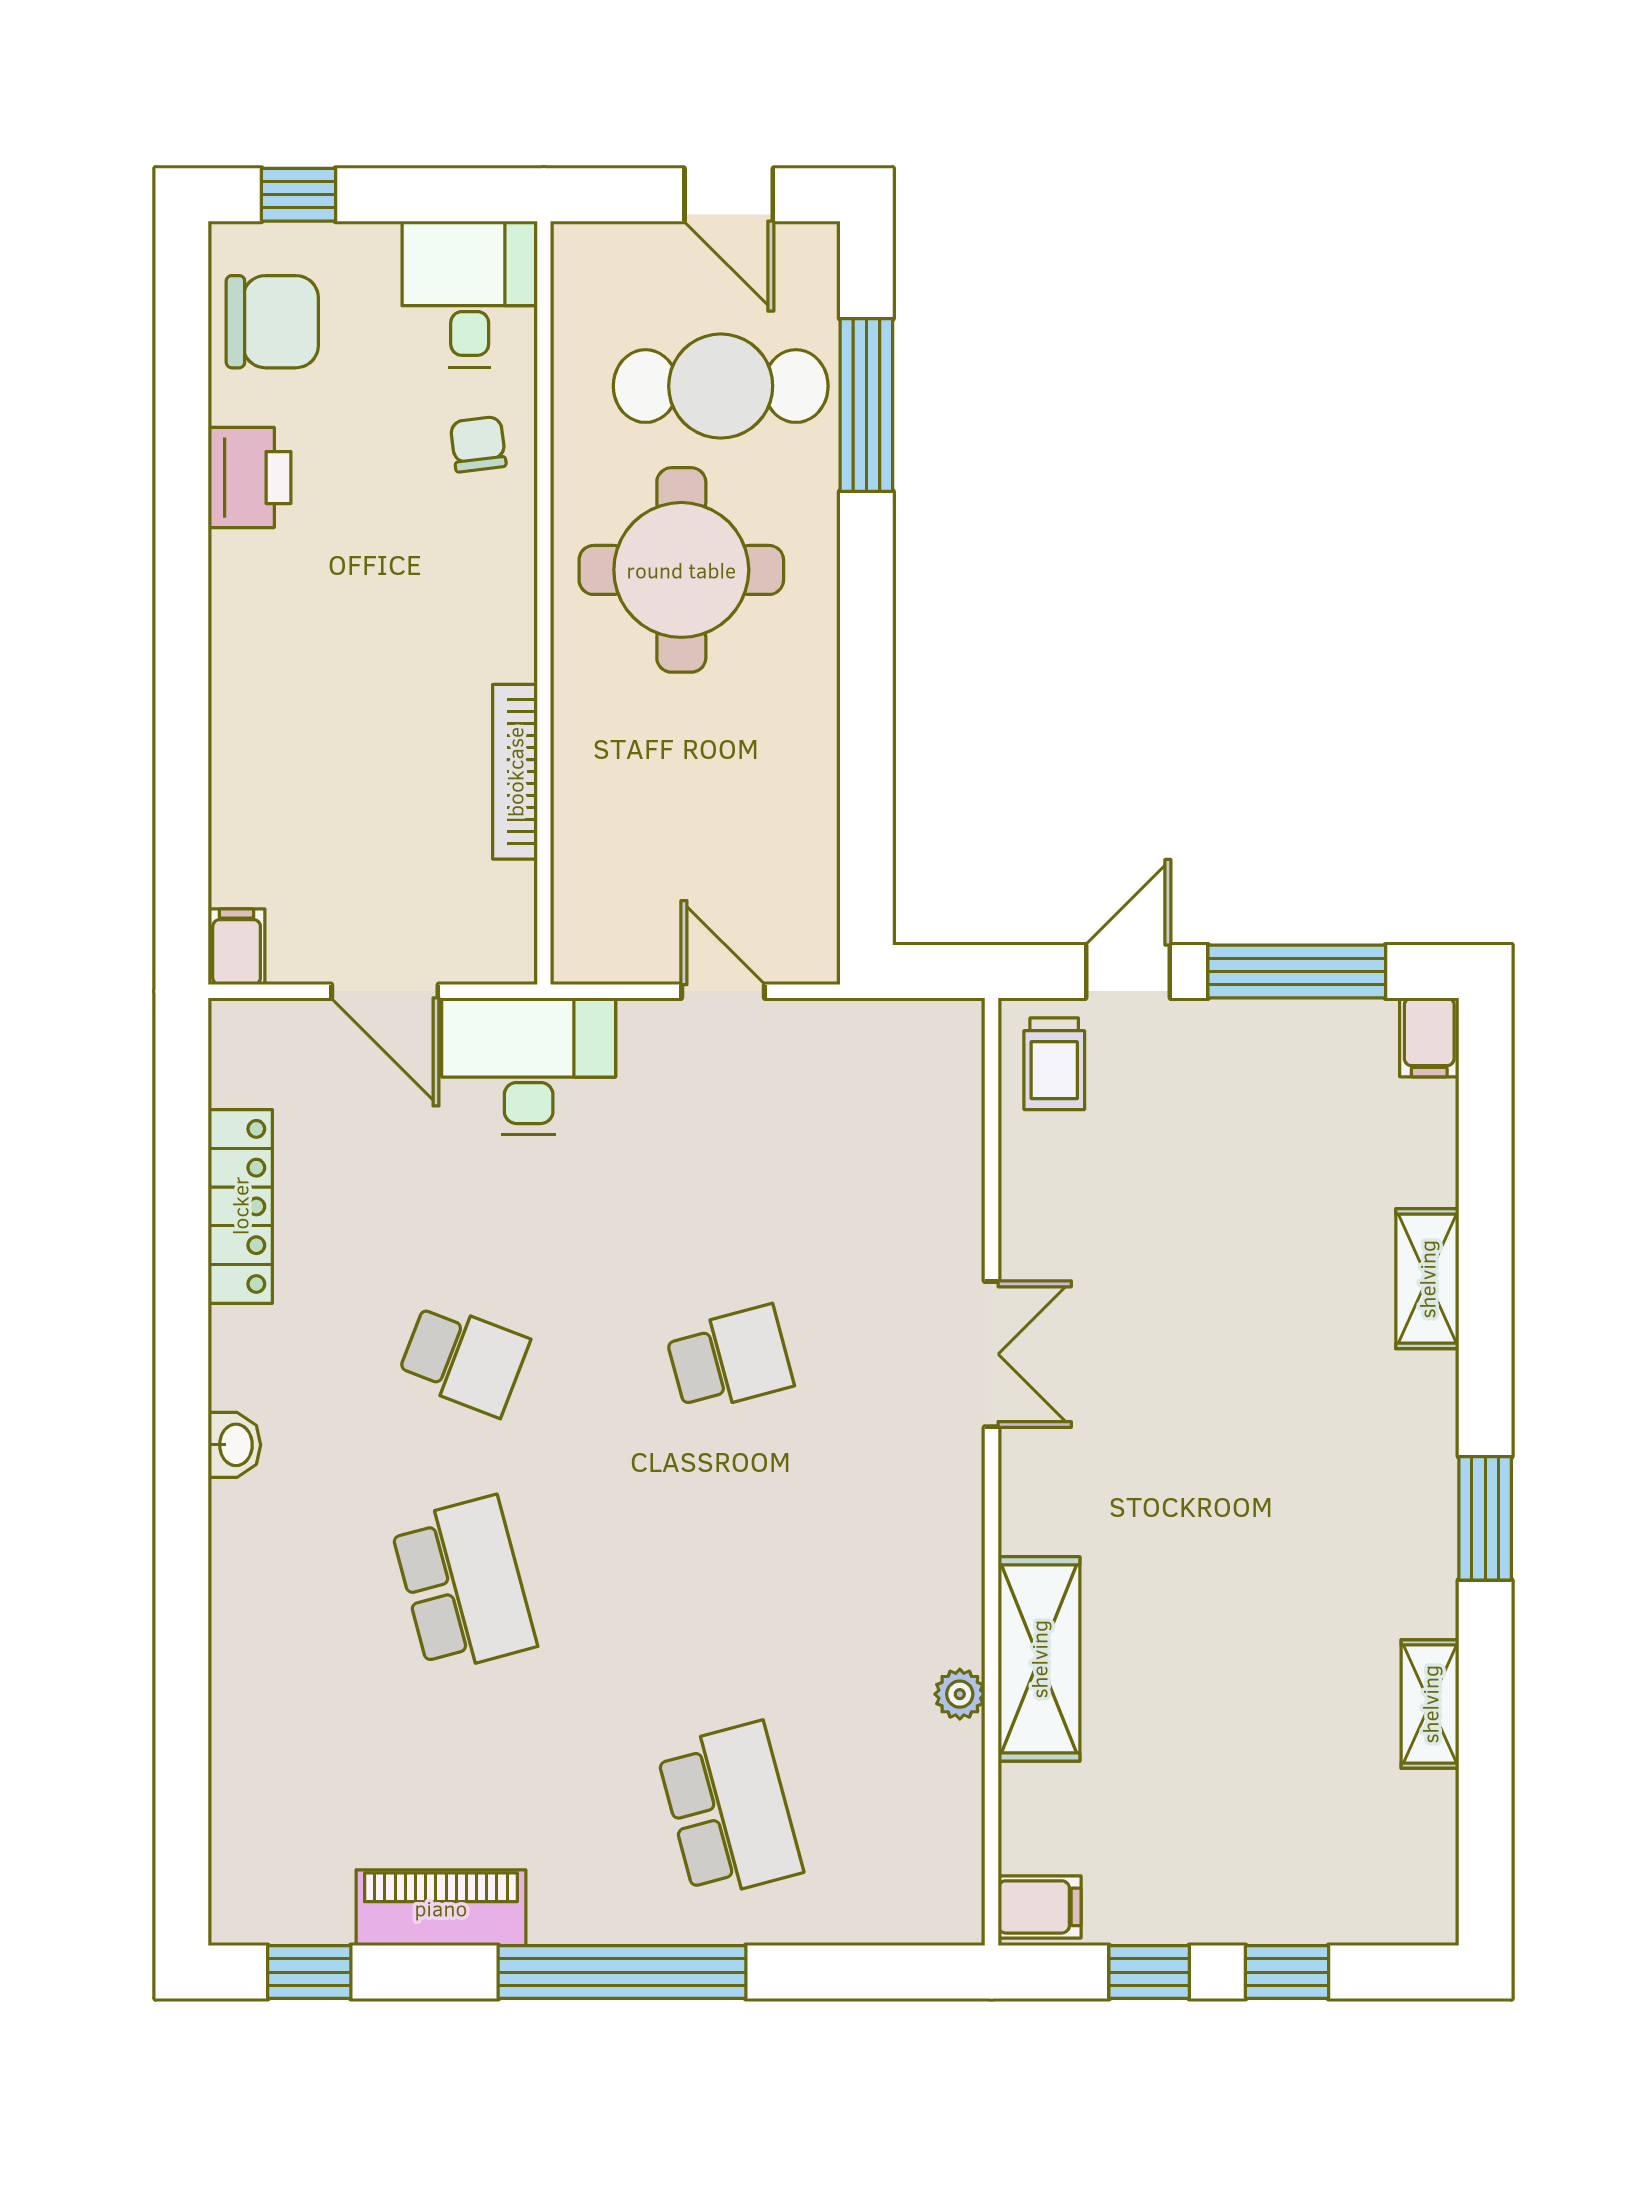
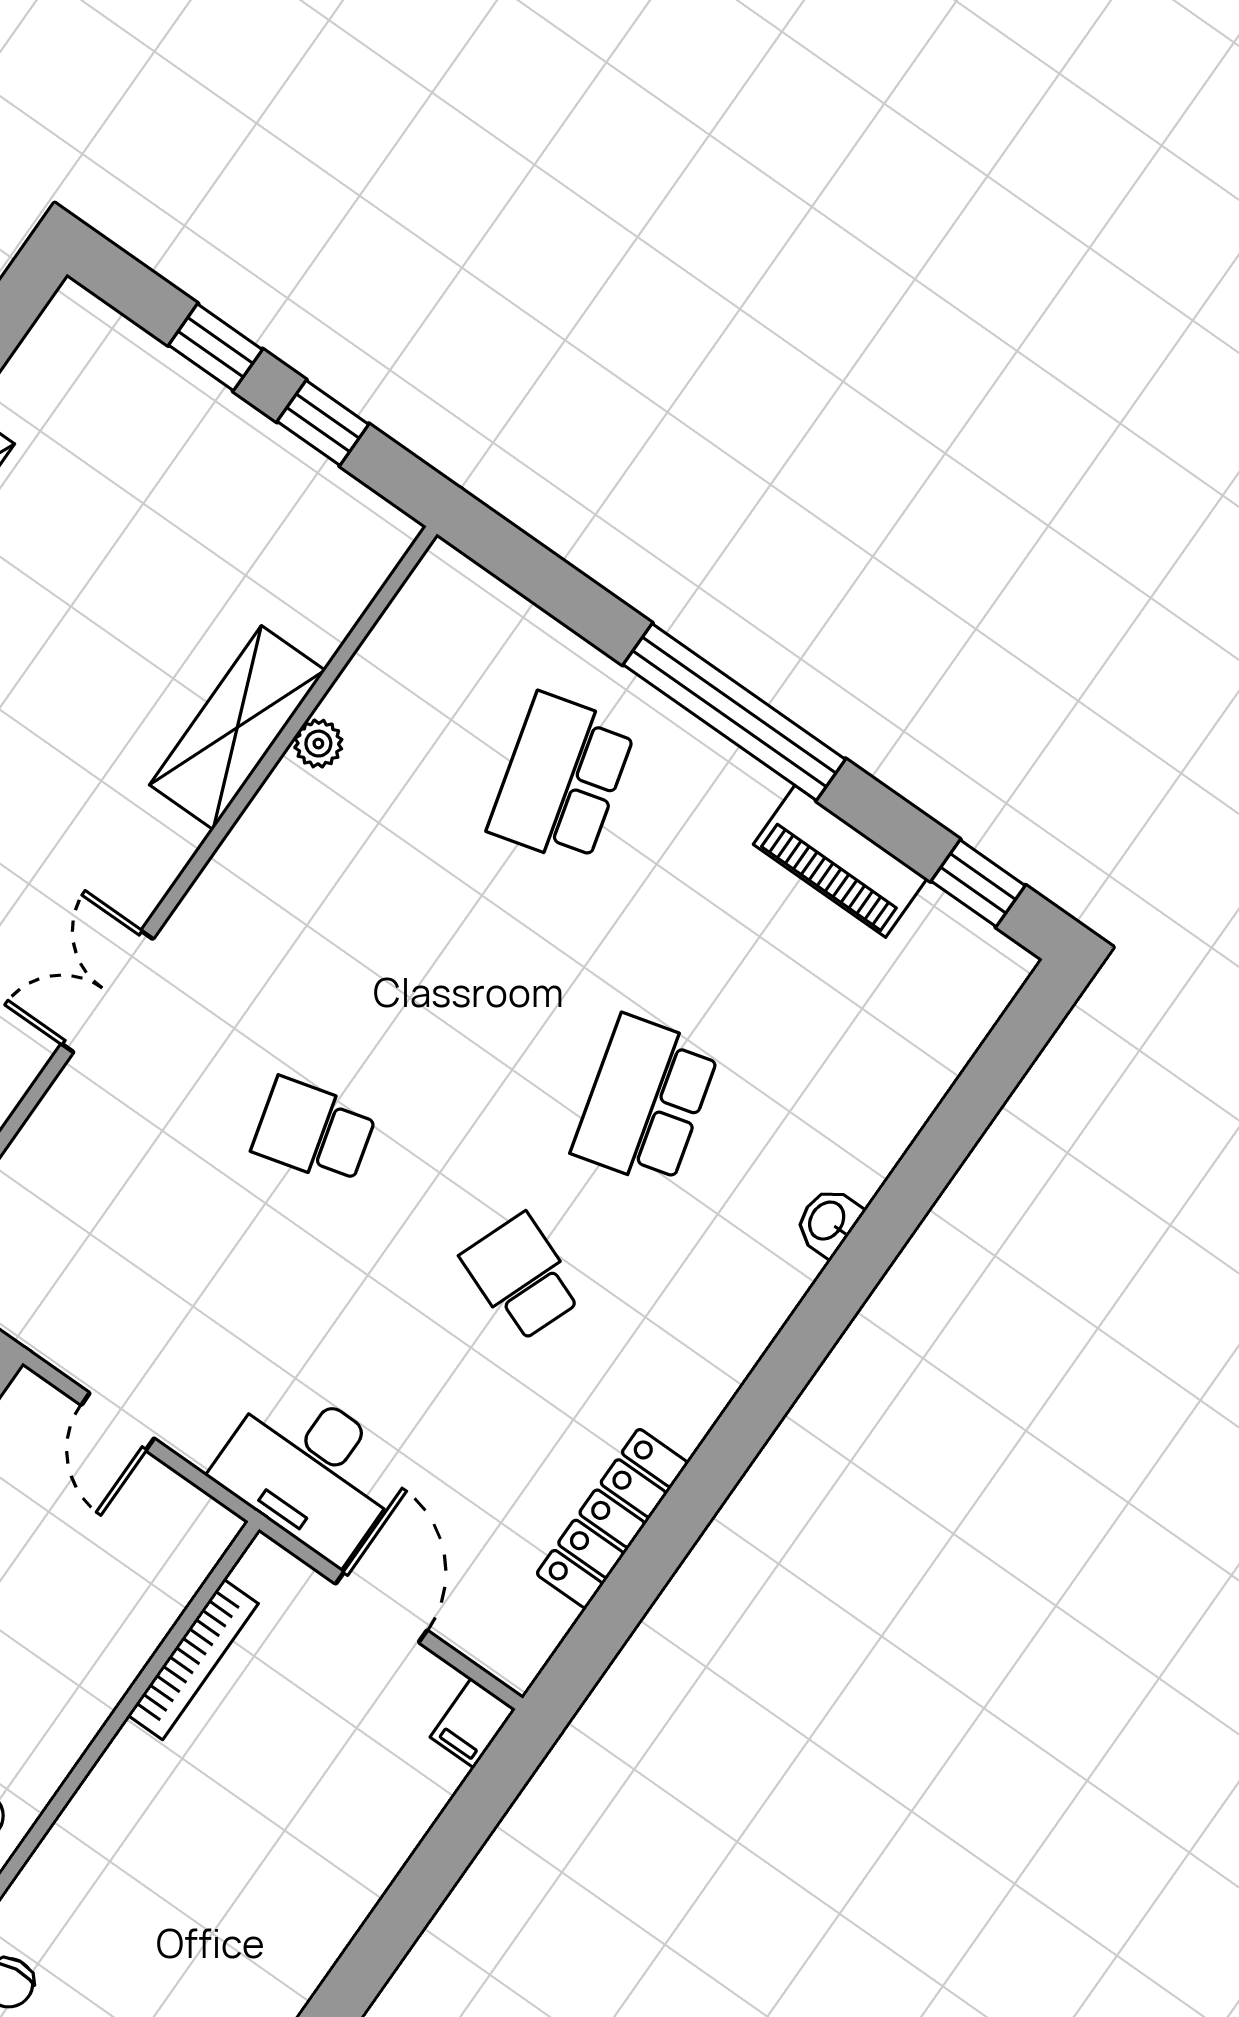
bookcase: (515, 772) -> (193, 1659), moved
washbasin: (234, 1445) -> (828, 1221), moved
filing cabinet: (1040, 1907) -> (373, 534), removed

